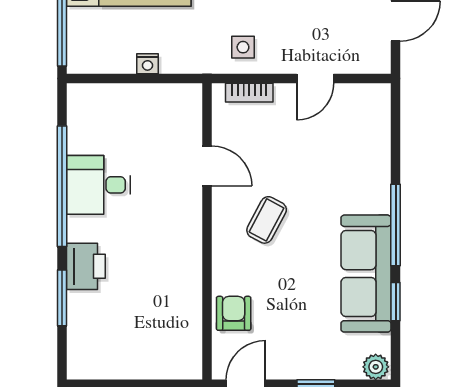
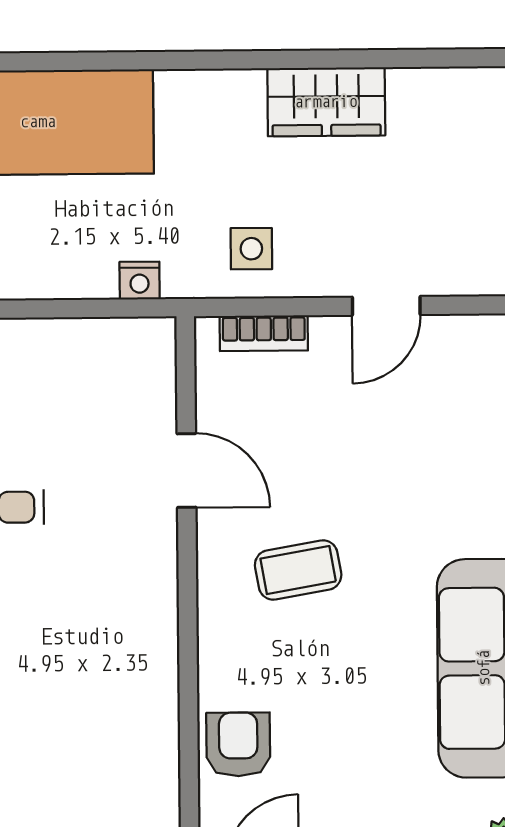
nightstand: (148, 64) -> (140, 281), moved
coffee table: (267, 220) -> (298, 570), turned 52

